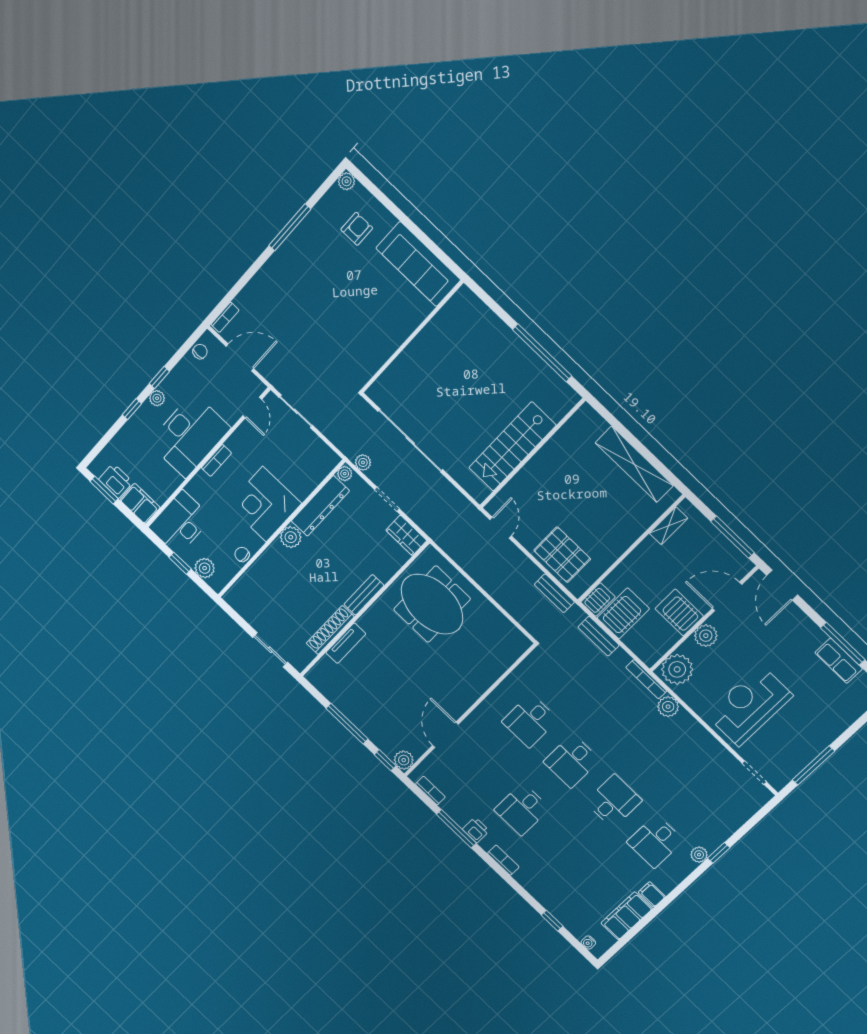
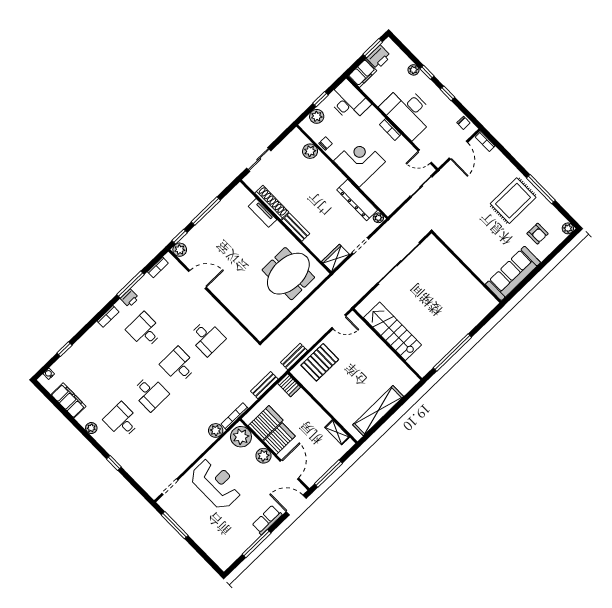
rug: (309, 270) -> (513, 201), added
plant: (157, 398) -> (414, 70), moved
plant: (363, 462) -> (385, 231), removed
plant: (291, 537) -> (310, 151), moved
server rack: (623, 613) -> (266, 423), moved, turned -90
row of seats: (839, 661) -> (267, 520), moved
desk: (530, 721) -> (207, 338), turned 180
plant: (699, 855) -> (91, 428), moved
filing cabinet: (652, 894) -> (84, 418), removed

